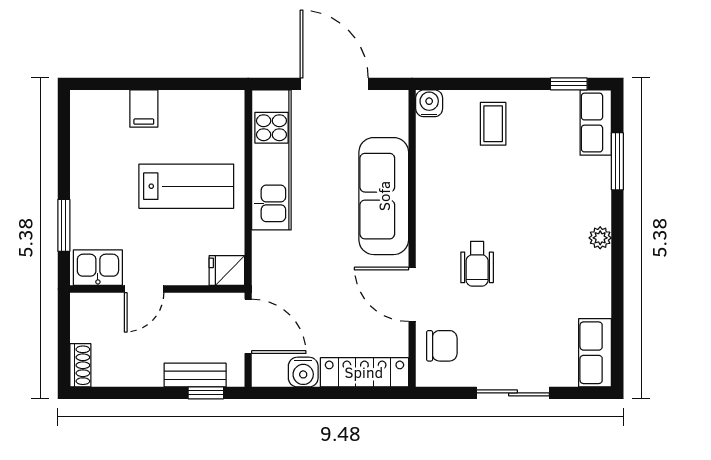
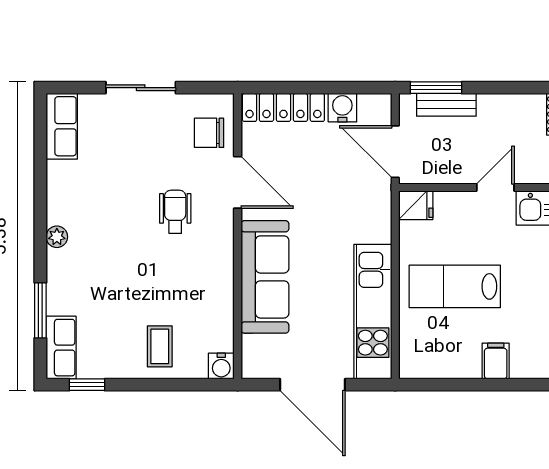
window: (206, 393) -> (436, 88), width x1.50

